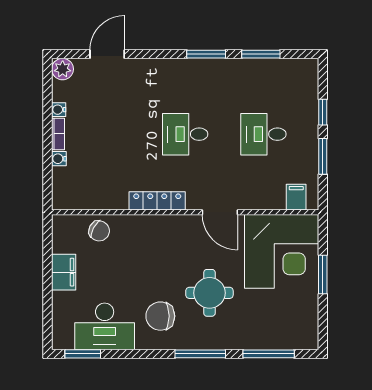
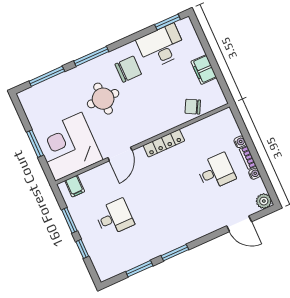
door: (107, 54) -> (239, 224), hinge flipped
desk: (185, 134) -> (216, 172), moved
door: (220, 212) -> (120, 154), swing flipped

